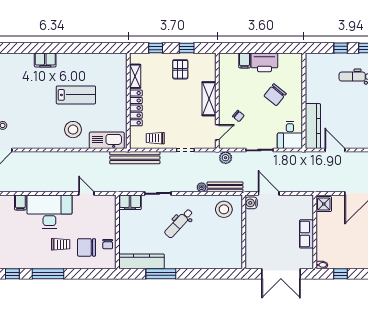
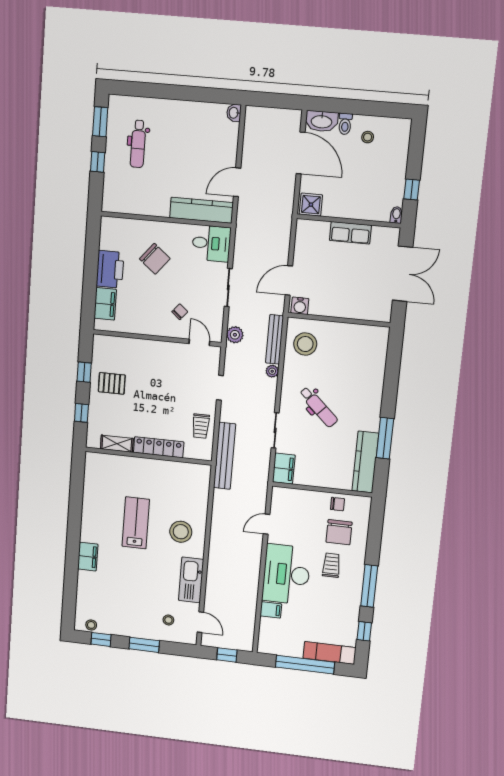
filing cabinet: (245, 60) -> (105, 304), width x2.00
shelving: (209, 99) -> (154, 349), removed
kitchen sink: (107, 140) -> (191, 580), moved

